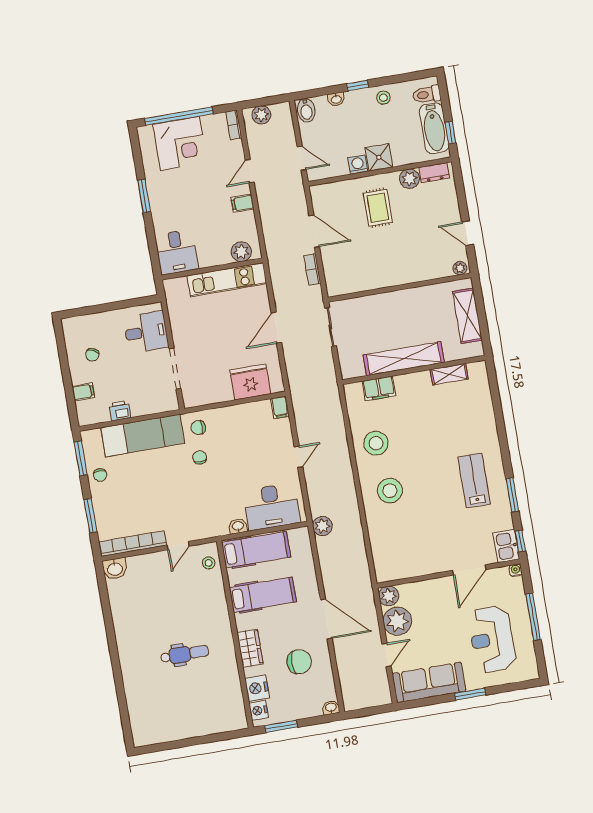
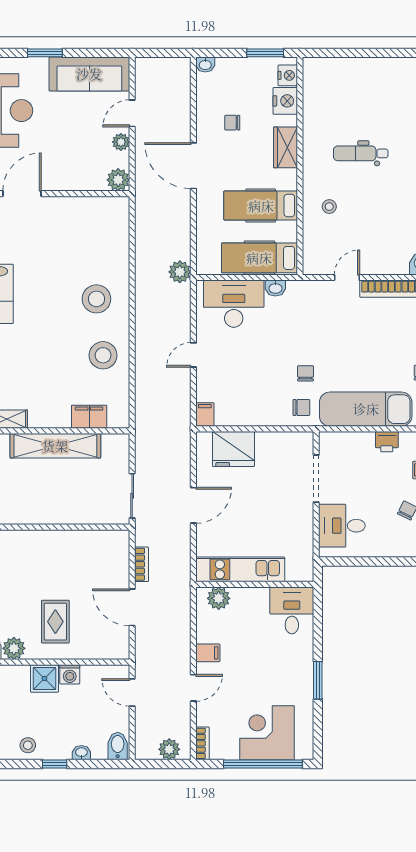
chair: (200, 457) -> (306, 373), turned 180
stool: (209, 563) -> (329, 207), moved
plant: (397, 621) -> (121, 142), width x0.53, depth x0.53
chair: (299, 662) -> (232, 123), width x0.54, depth x0.54

